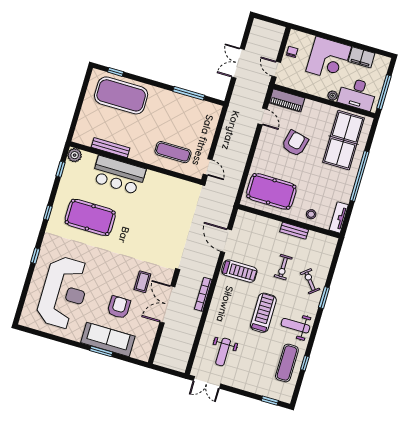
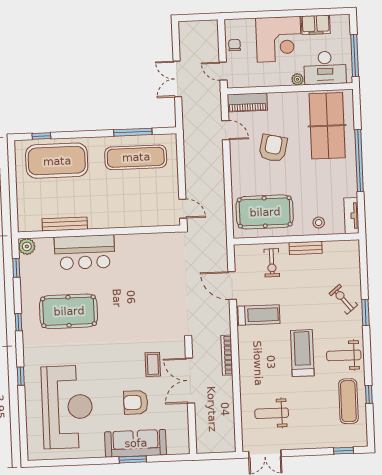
exercise mat: (173, 152) -> (136, 157), moved, width x1.36, depth x1.45
exercise bike: (283, 267) -> (272, 263), moved
armchair: (119, 307) -> (136, 402), turned -90
weight bench: (223, 352) -> (272, 413), turned 90

